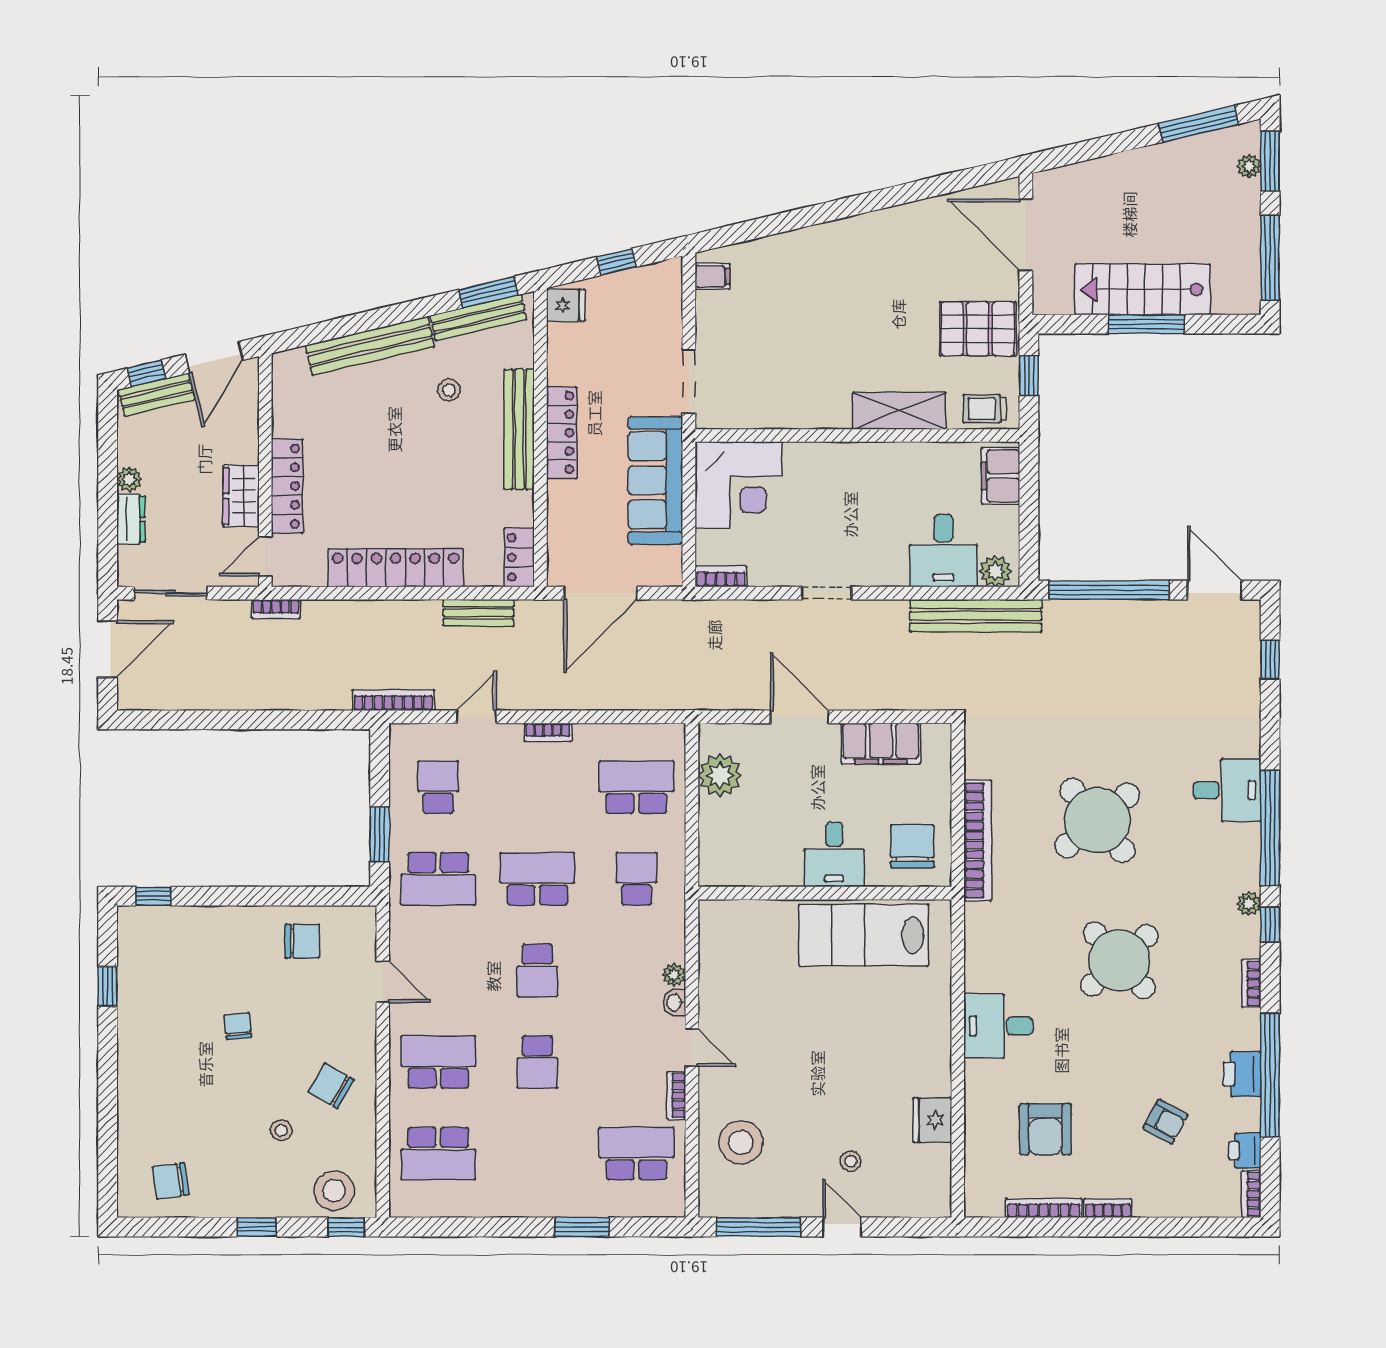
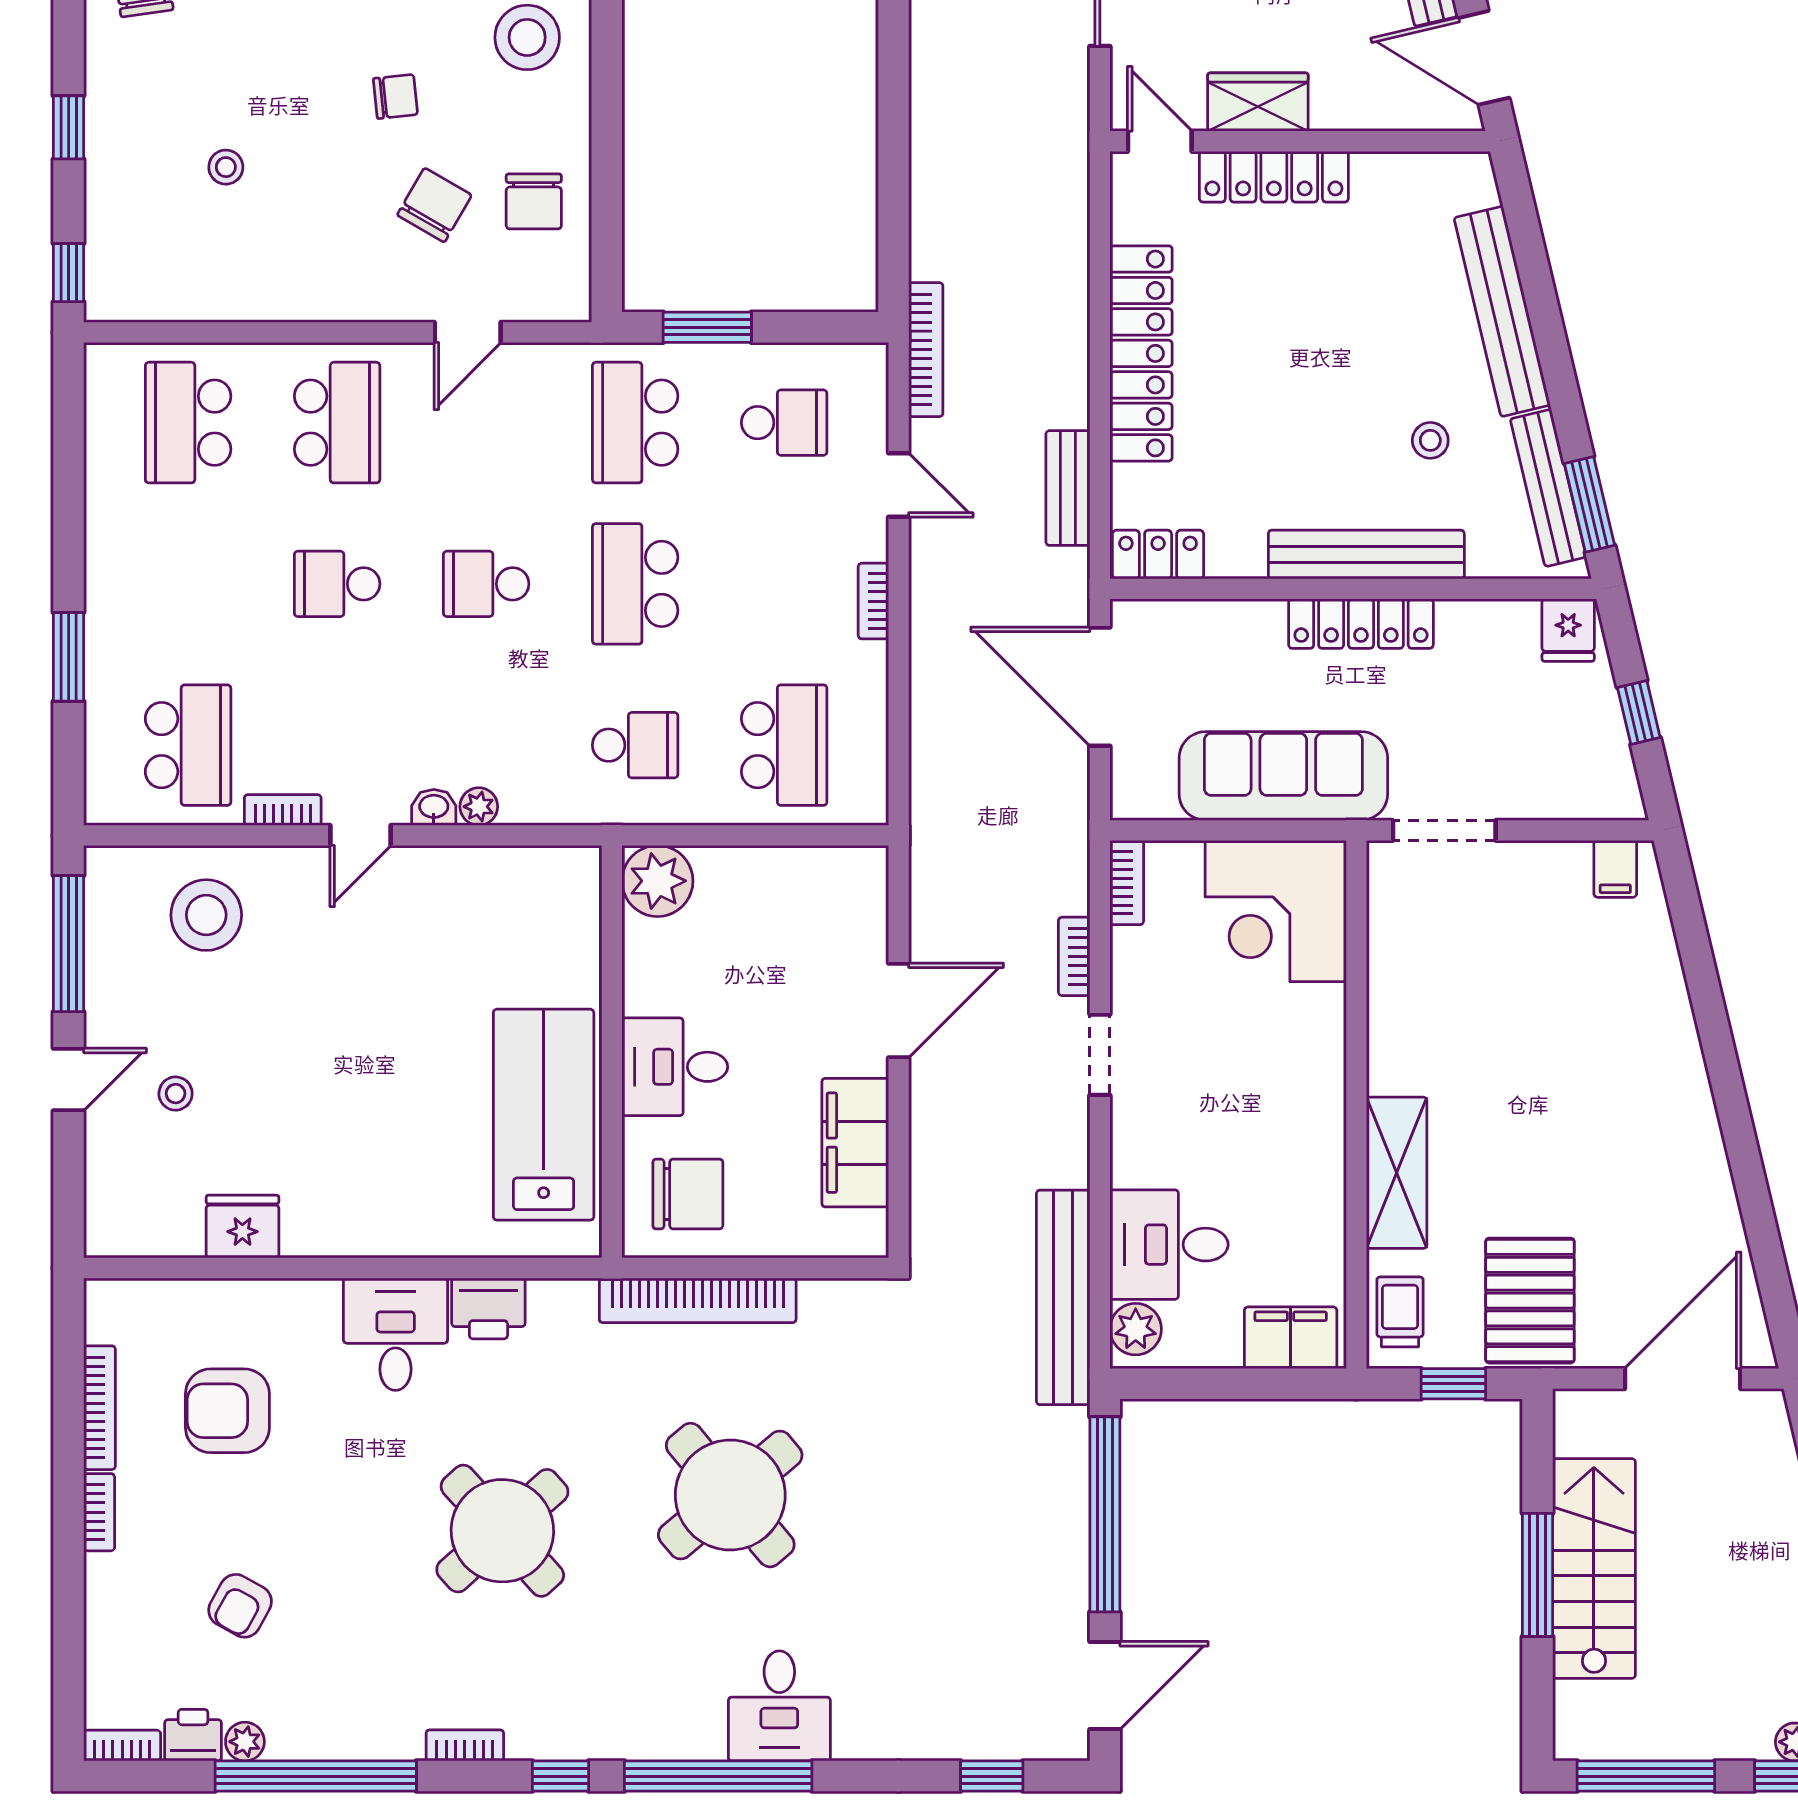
bookcase: (276, 609) -> (1074, 956), moved
plant: (720, 775) -> (657, 881), moved
school desk: (537, 879) -> (635, 584), turned 180
plant: (1249, 904) -> (245, 1742), moved
printer: (1242, 1074) -> (488, 1308), moved, turned 180
chair: (331, 1086) -> (434, 205), moved
stool: (334, 1191) -> (527, 37), moved

